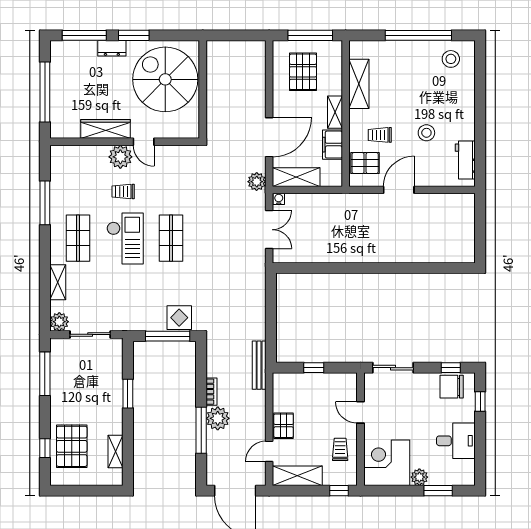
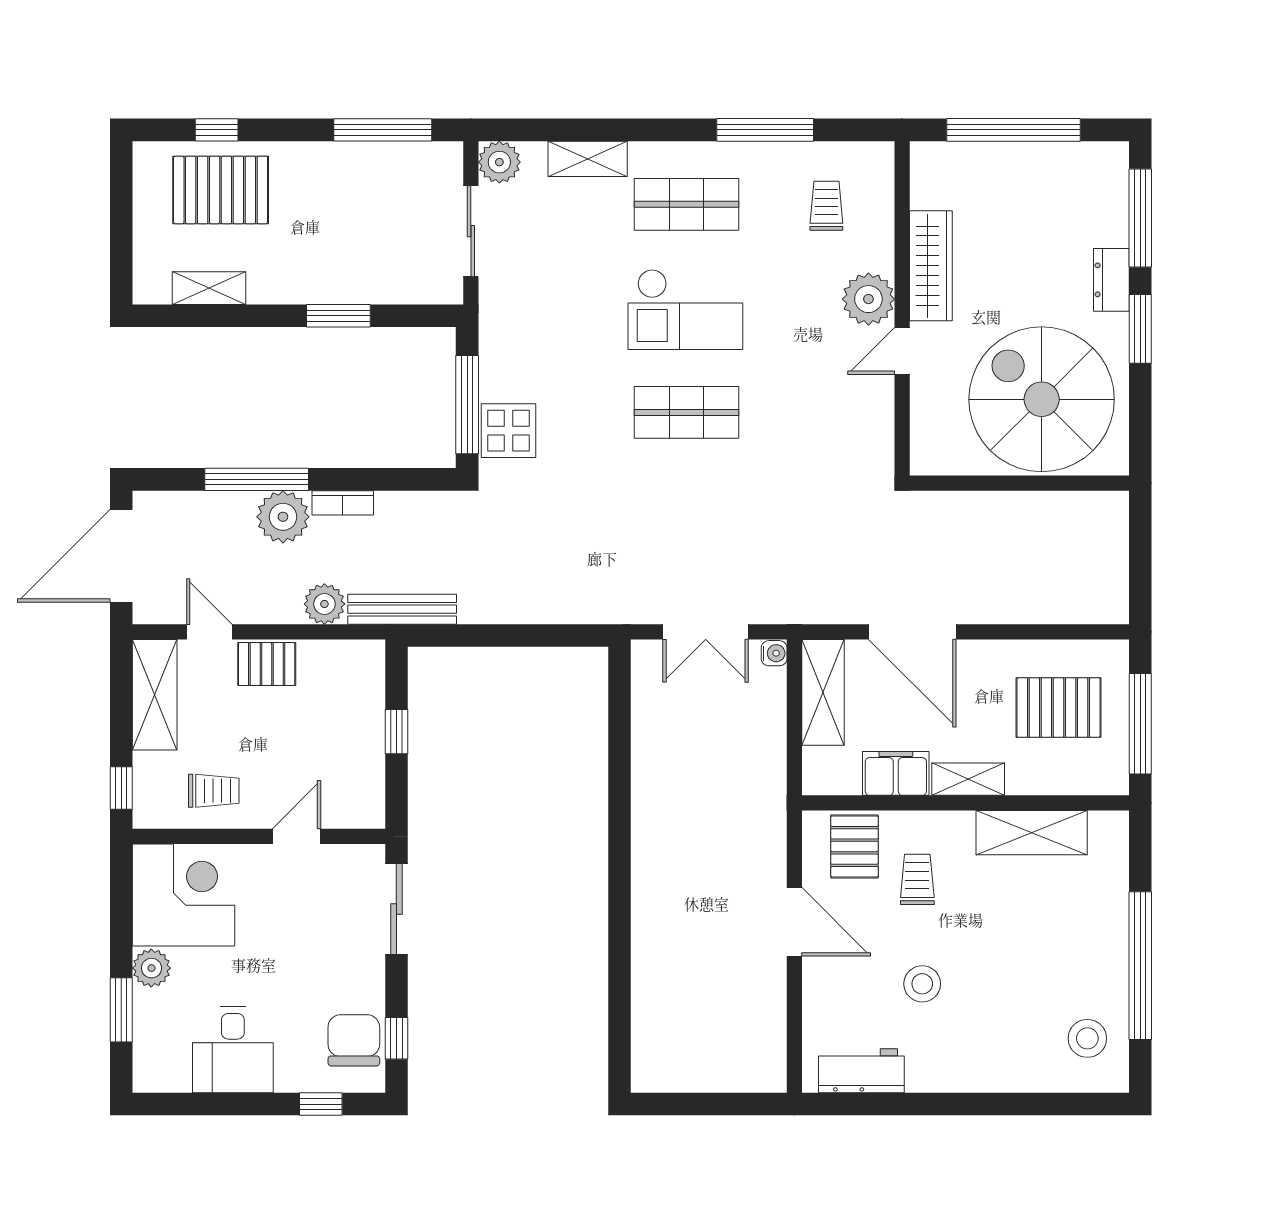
spiral stairs: (165, 79) -> (1042, 399), turned -90
plant: (257, 182) -> (324, 604), moved
trolley: (123, 192) -> (826, 206), moved

